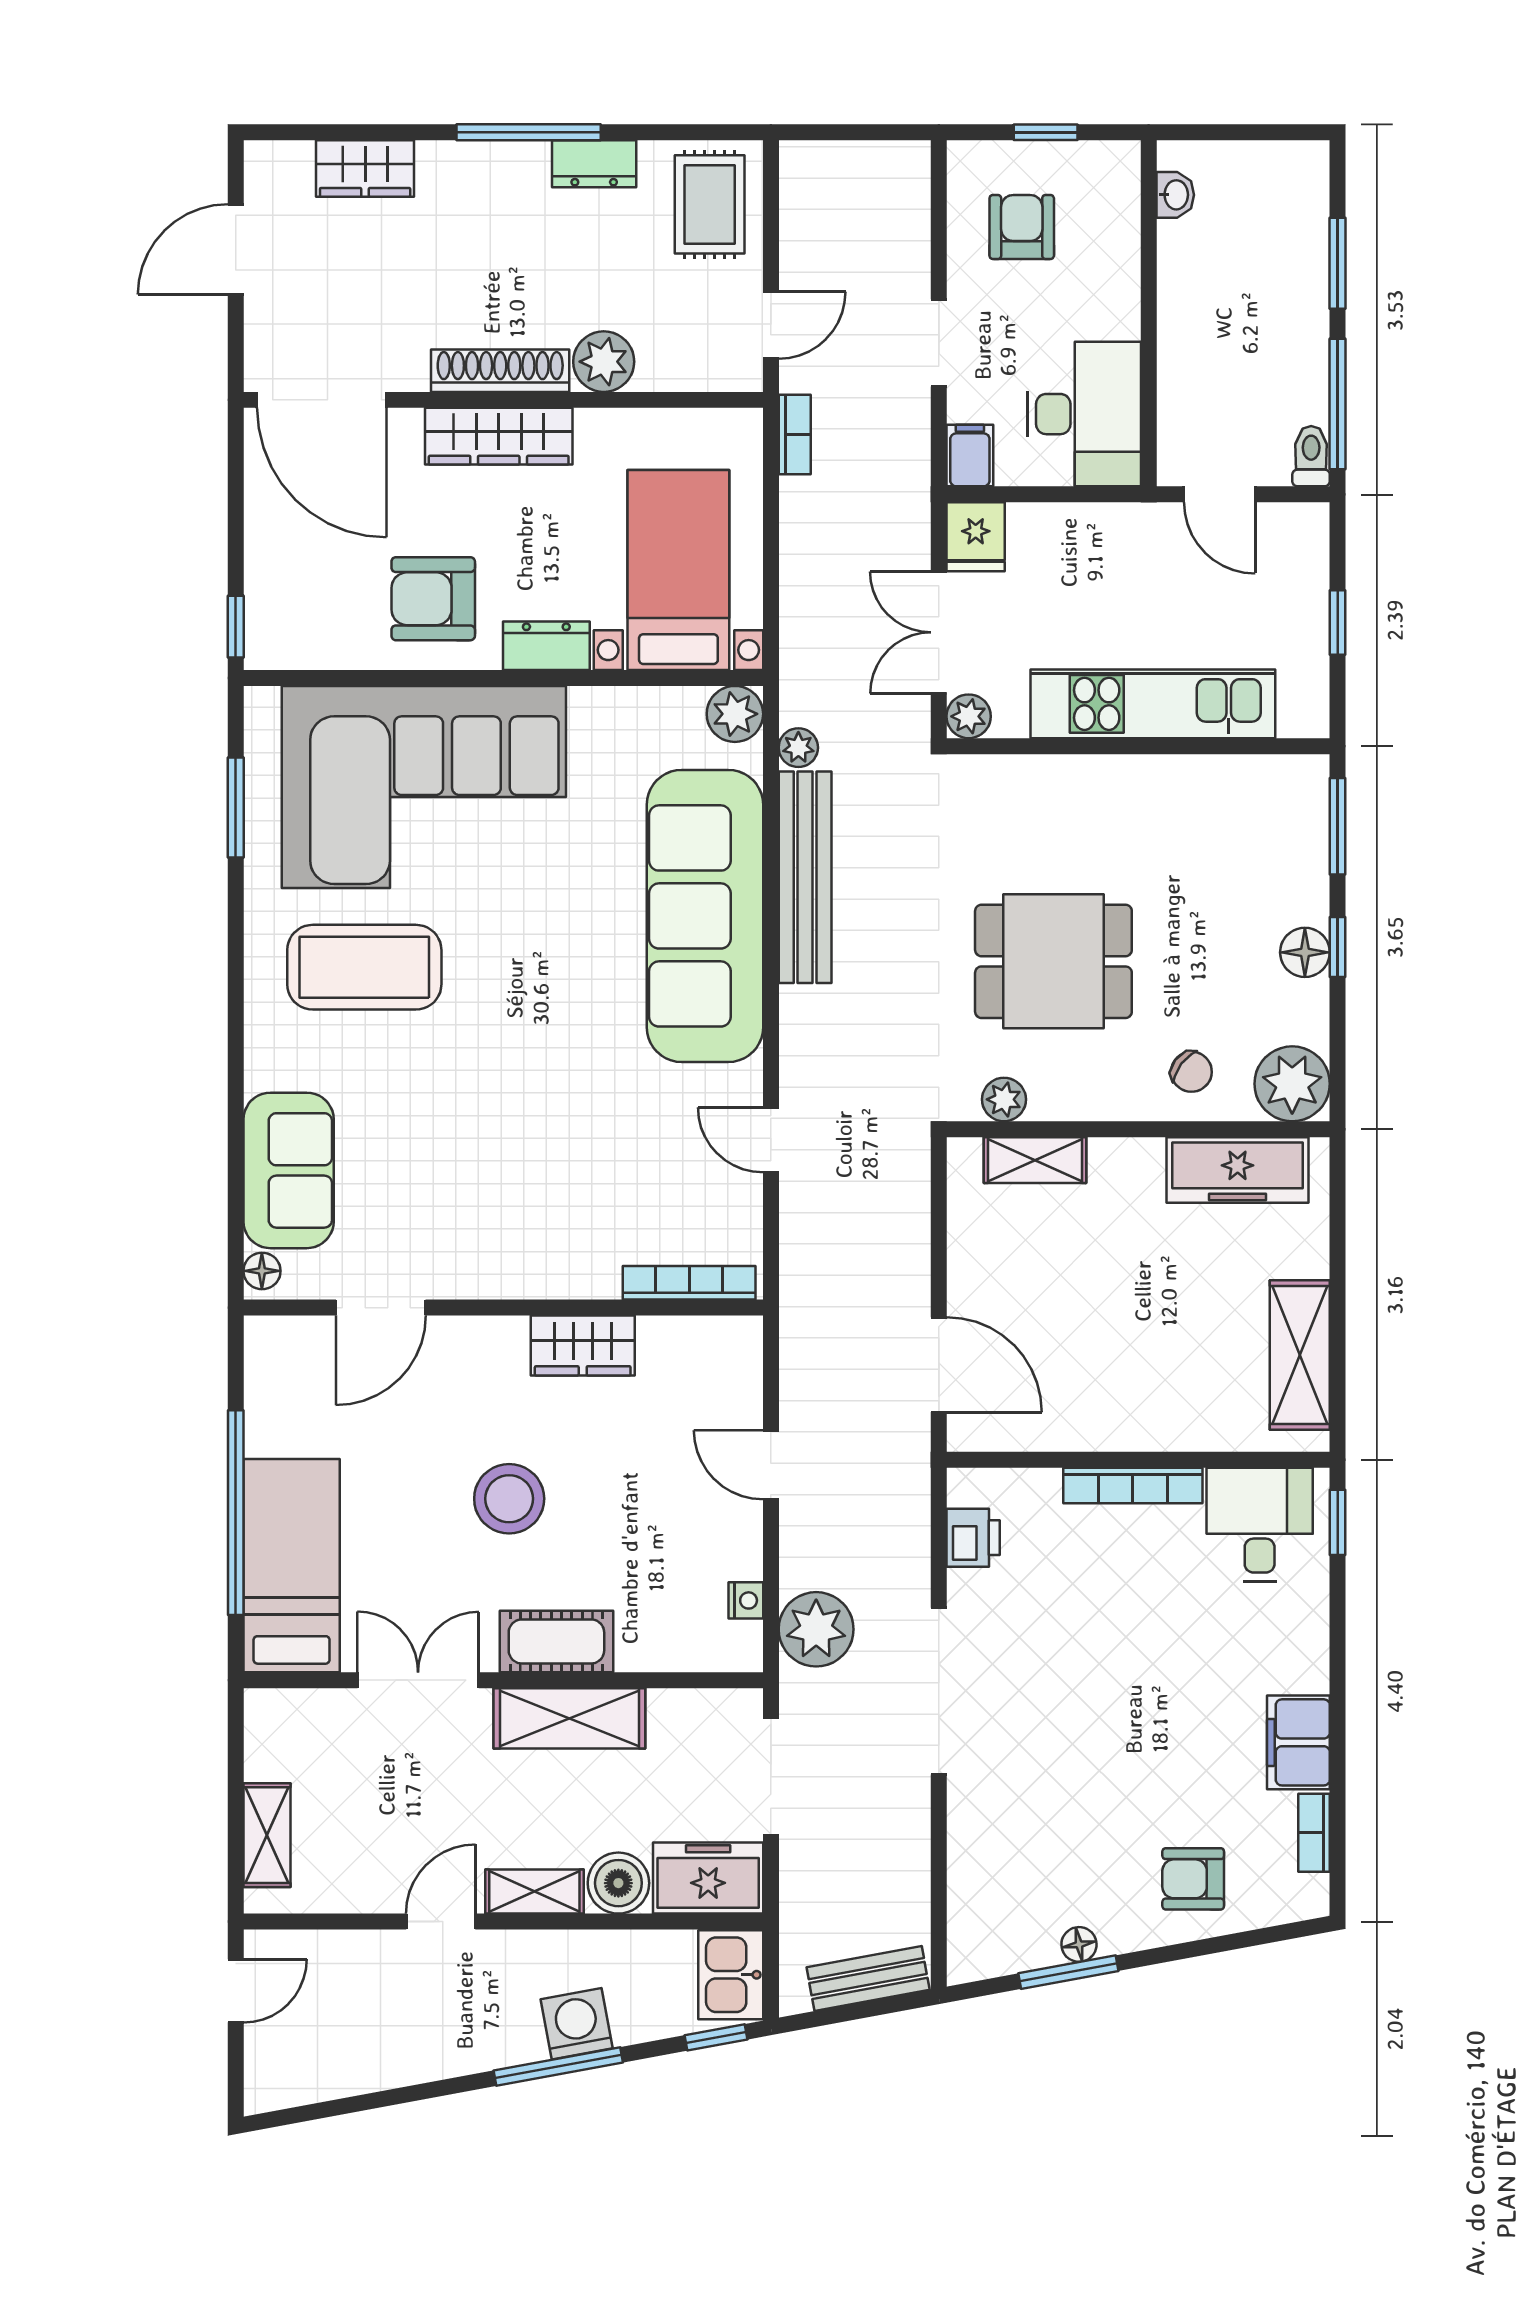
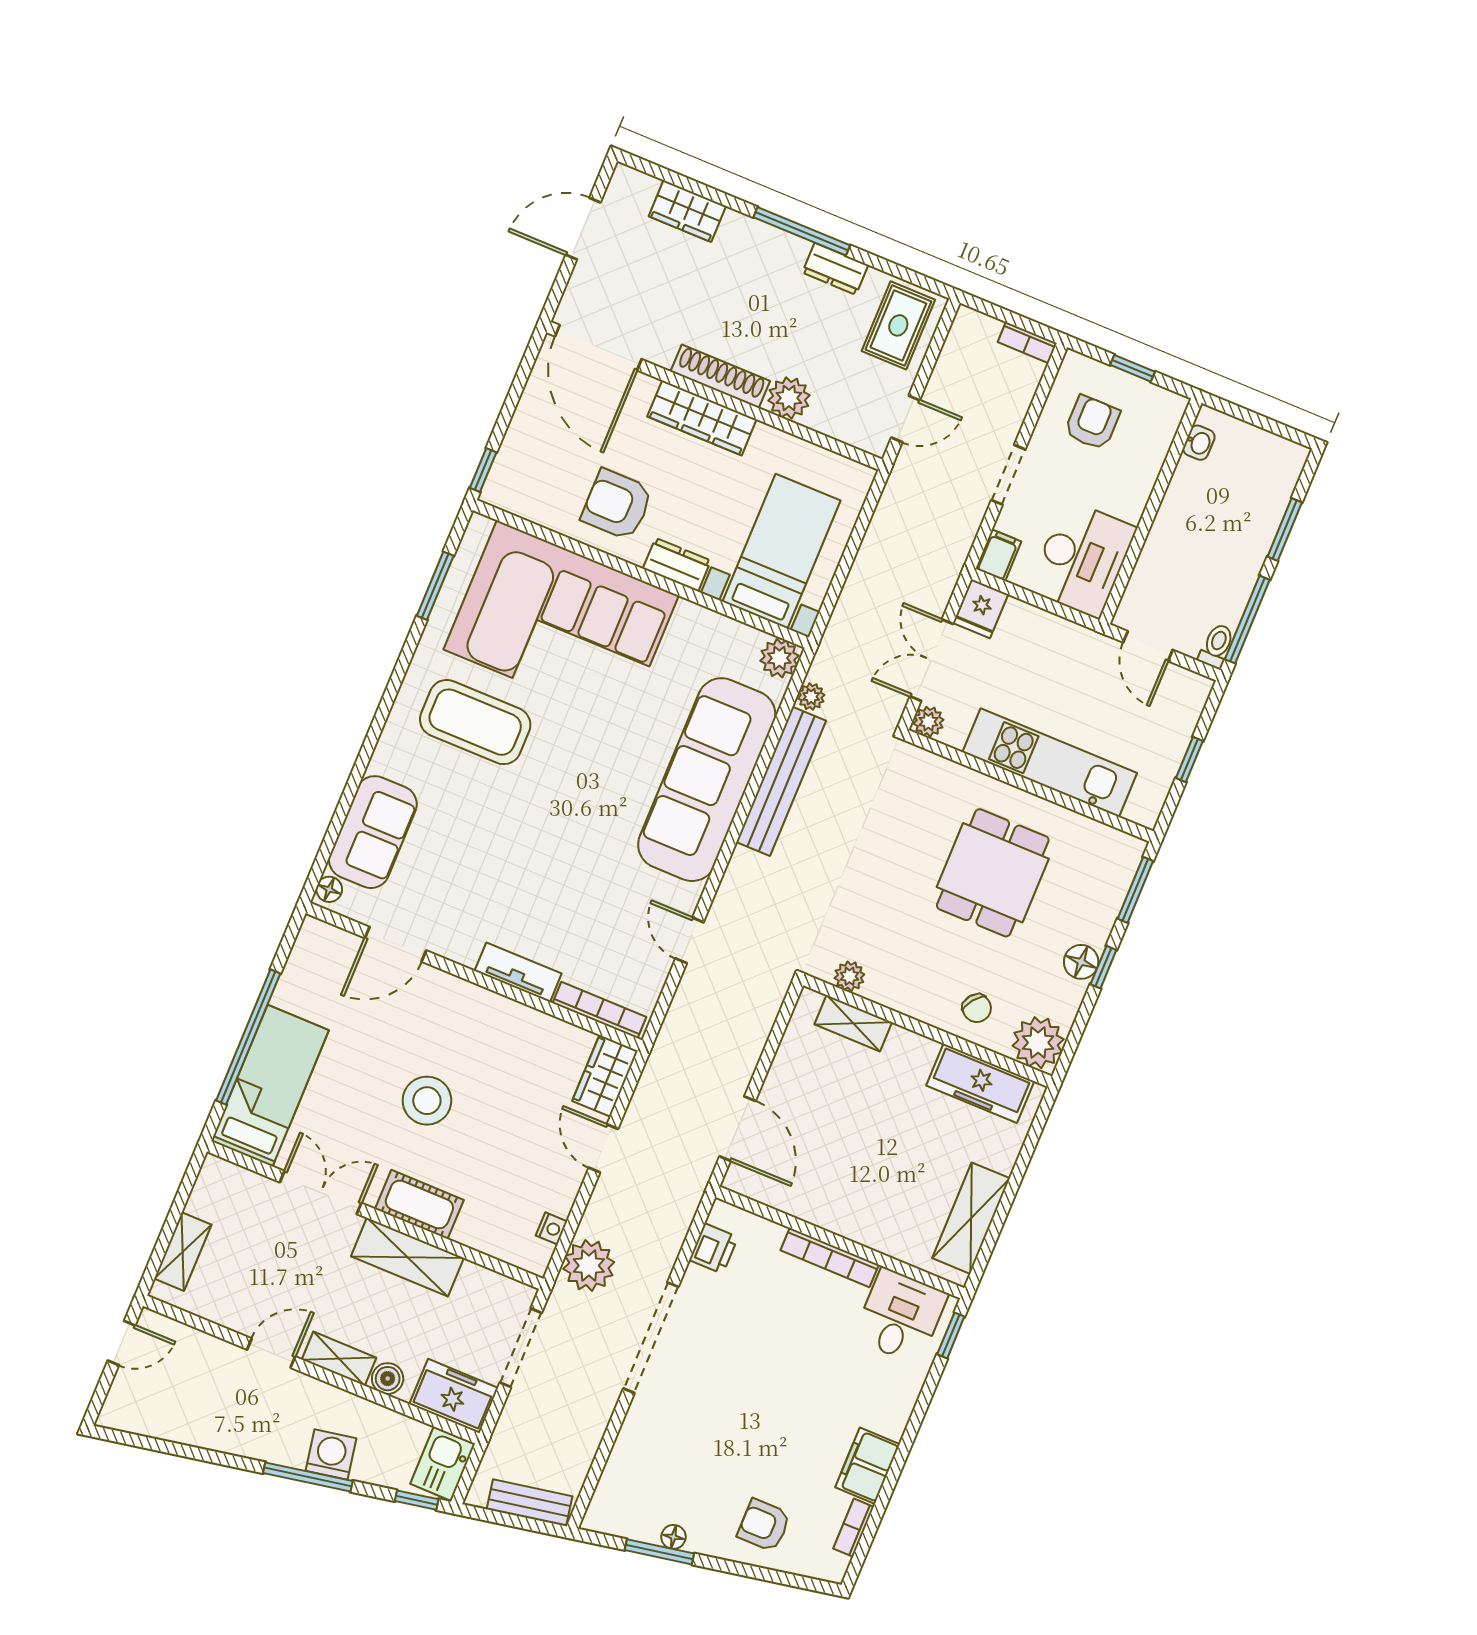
bookcase: (795, 434) -> (1027, 343), moved, turned 90
dining table: (1053, 961) -> (993, 873), moved, turned 90
tv unit: (560, 1277) -> (518, 972), added
wardrobe: (583, 1346) -> (605, 1076), moved, turned 90
boiler: (618, 1883) -> (388, 1379), width x0.73, depth x0.73

